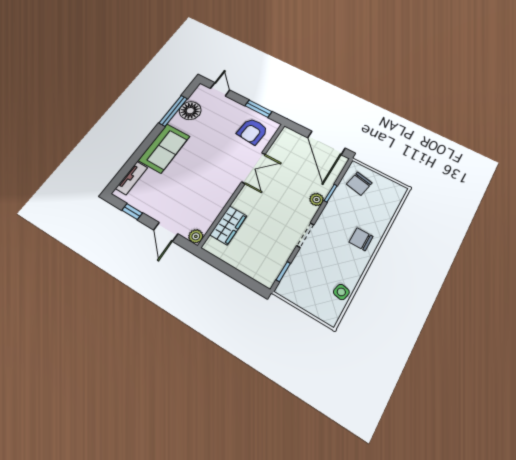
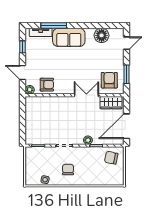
window: (173, 111) -> (54, 25), moved
armchair: (252, 131) -> (109, 80), turned 85
double door: (253, 168) -> (86, 95), swing flipped
armchair: (205, 210) -> (47, 85), added
wardrobe: (228, 225) -> (111, 103), moved
door: (166, 232) -> (23, 72), hinge flipped
chair: (361, 239) -> (68, 170), moved

